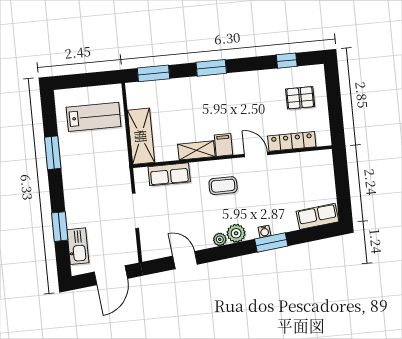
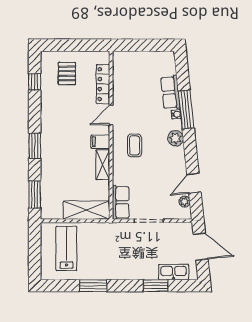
row of seats: (169, 174) -> (121, 202), moved
row of seats: (317, 216) -> (171, 92), moved
plant: (220, 239) -> (185, 202), moved
window: (271, 243) -> (186, 109), width x1.44

